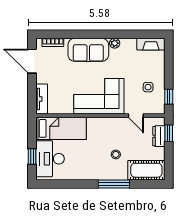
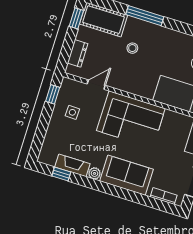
window: (141, 34) -> (61, 174), added
fireplace: (151, 44) -> (72, 165), moved
door: (136, 116) -> (96, 85), hinge flipped
window: (169, 133) -> (76, 18), moved

